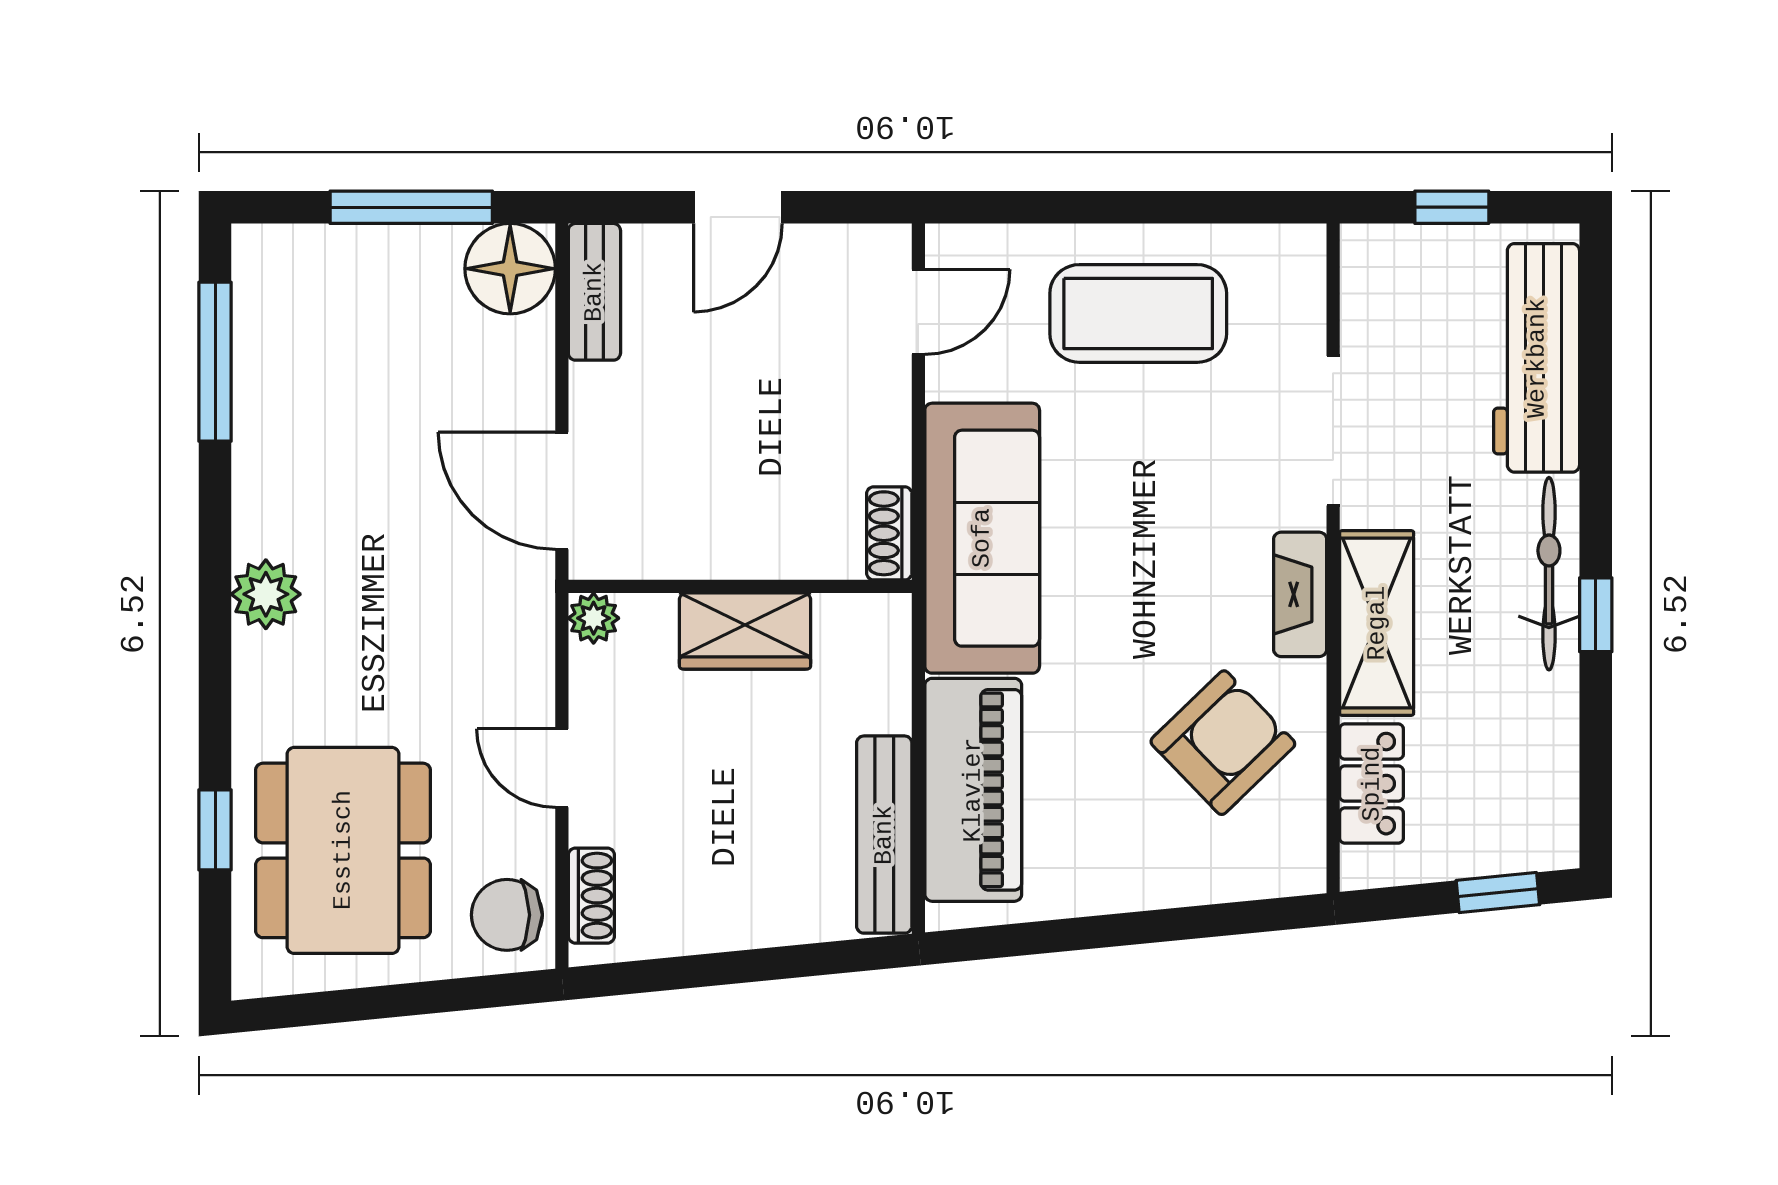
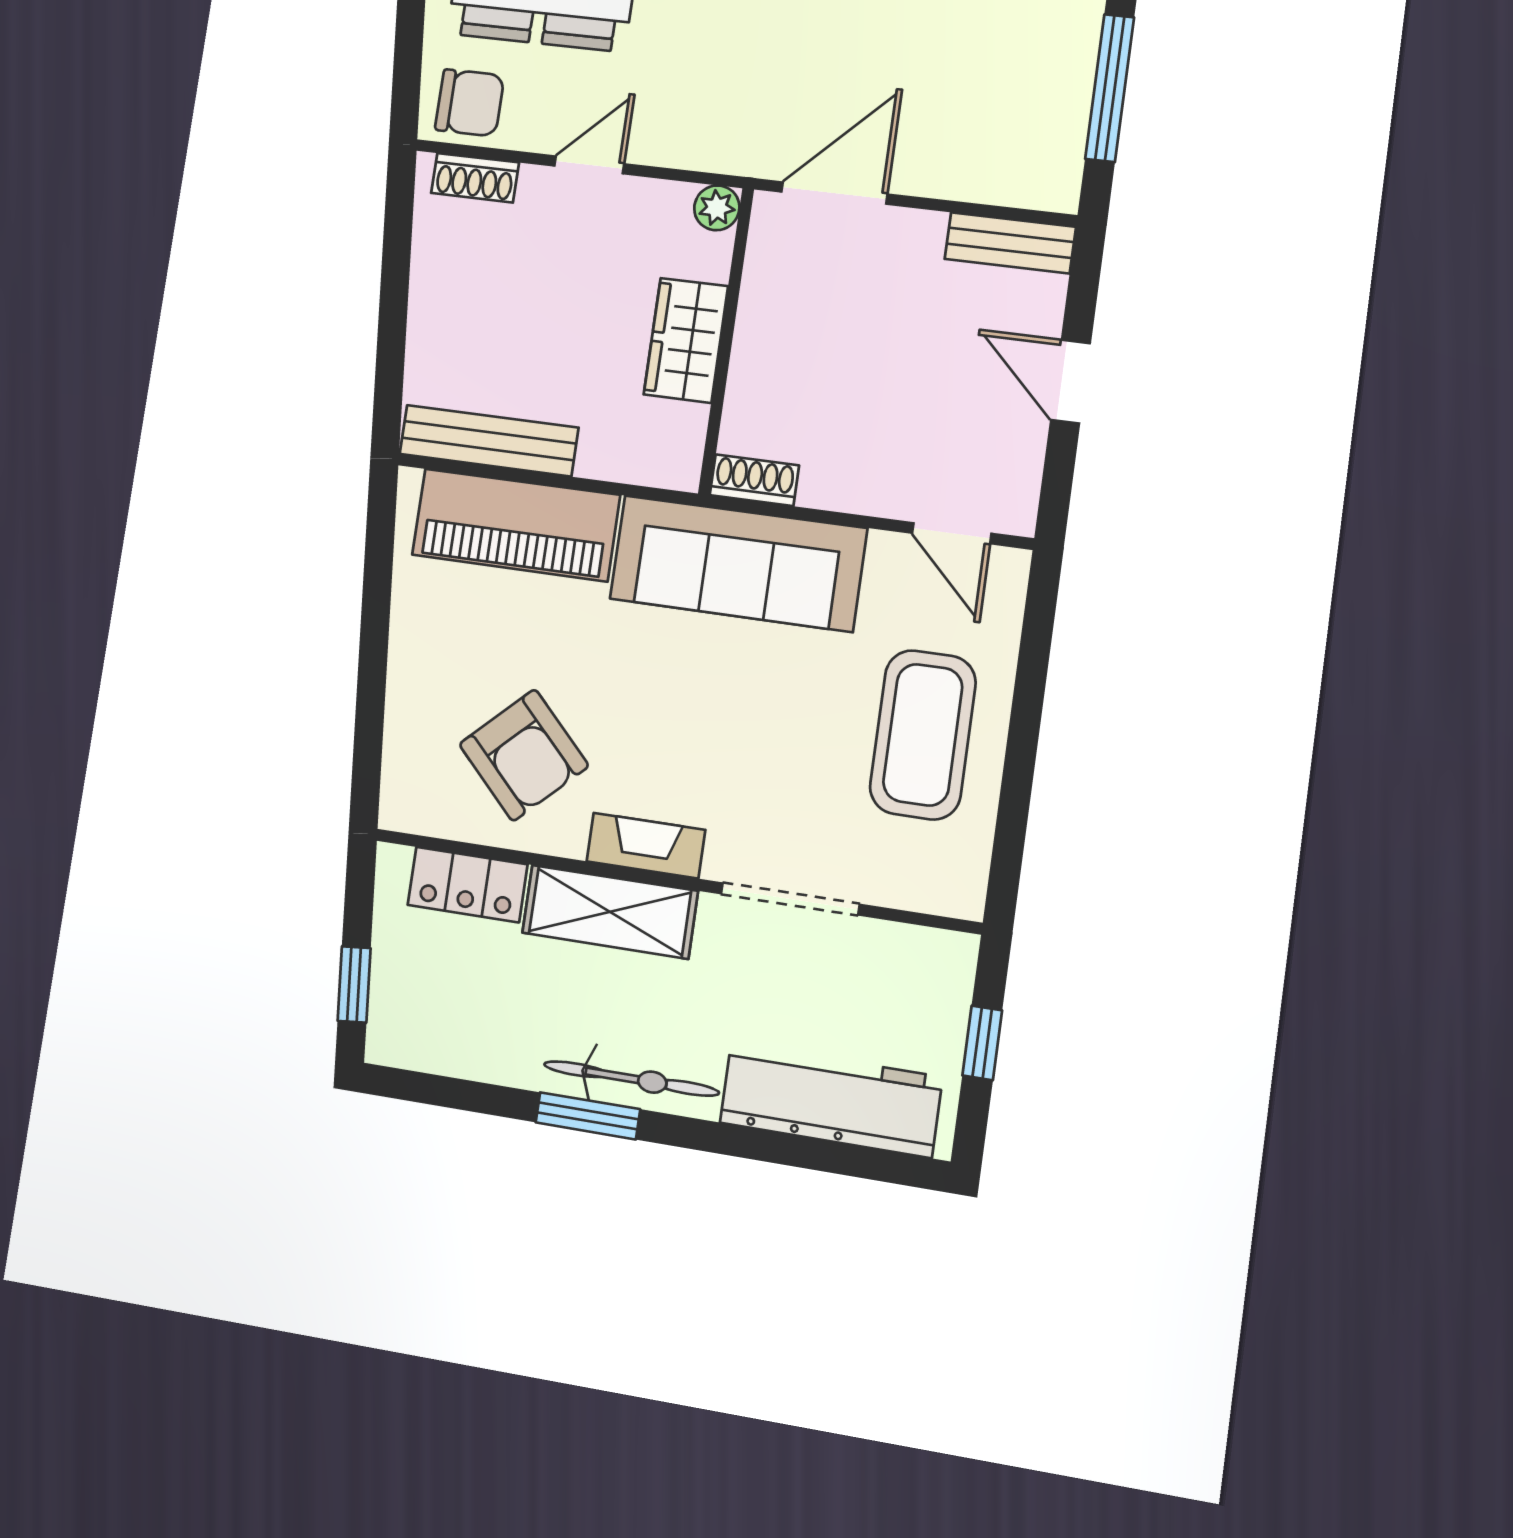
floor lamp: (510, 269) -> (1042, 170), removed
window: (1596, 615) -> (588, 1116), width x1.50
chair: (507, 915) -> (470, 103), turned 90

